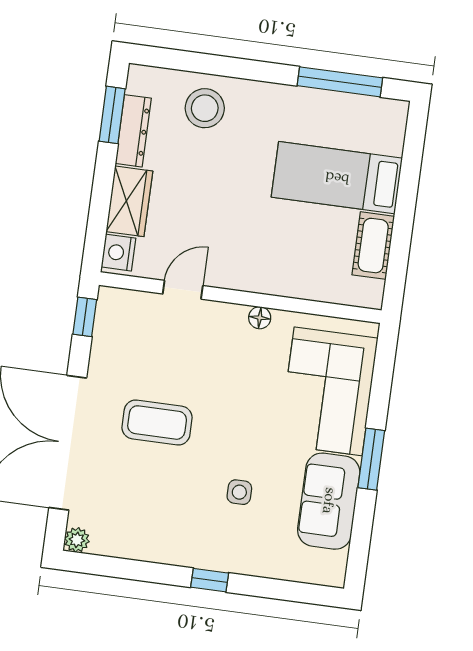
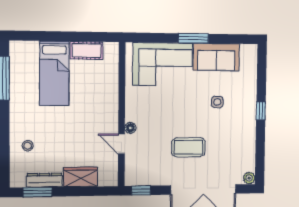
stool: (205, 108) -> (28, 146), width x0.53, depth x0.53
nightstand: (119, 253) -> (107, 179), removed
floor lamp: (260, 318) -> (130, 128), moved
coffee table: (157, 423) -> (188, 147), turned 90

